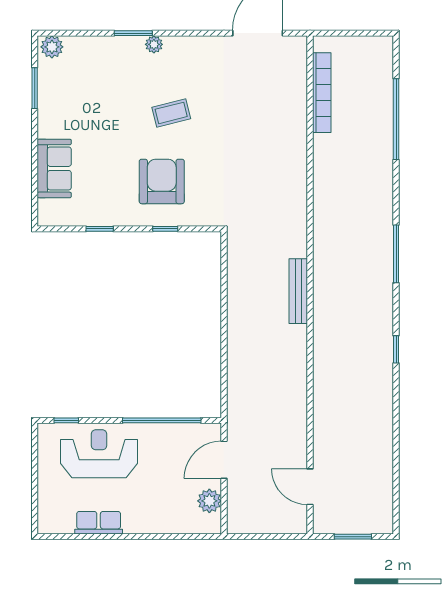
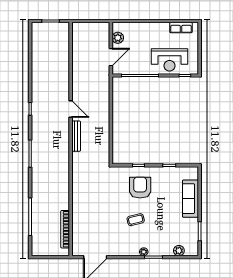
plant: (52, 47) -> (179, 251), moved
sofa: (54, 168) -> (191, 199), width x1.36
armchair: (162, 181) -> (140, 188), turned 180
door: (310, 487) -> (71, 109), moved
row of seats: (99, 523) -> (181, 28), moved

